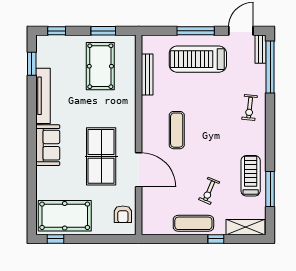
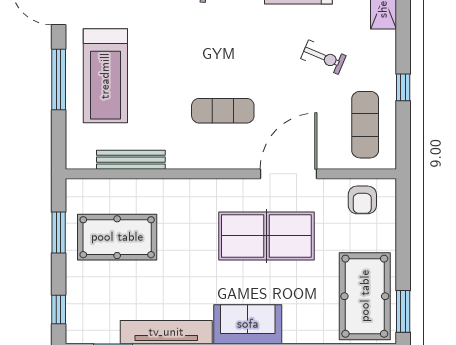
armchair: (123, 214) -> (362, 200), turned 90
exercise mat: (193, 223) -> (365, 125), moved
window: (56, 239) -> (403, 311), width x1.50
window: (216, 239) -> (403, 87), moved

